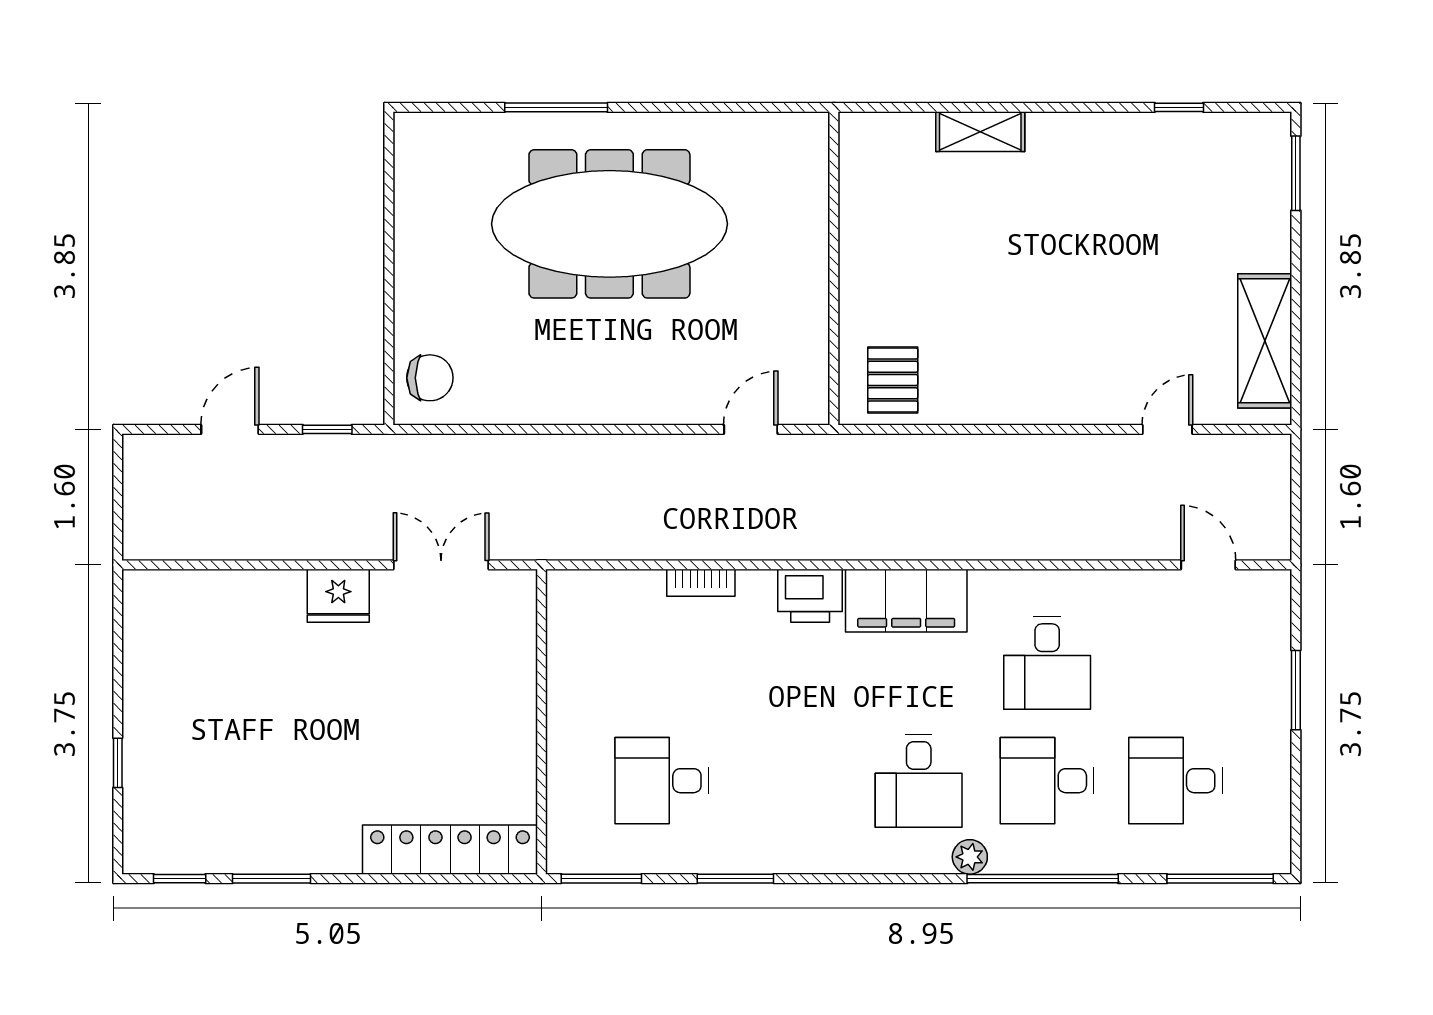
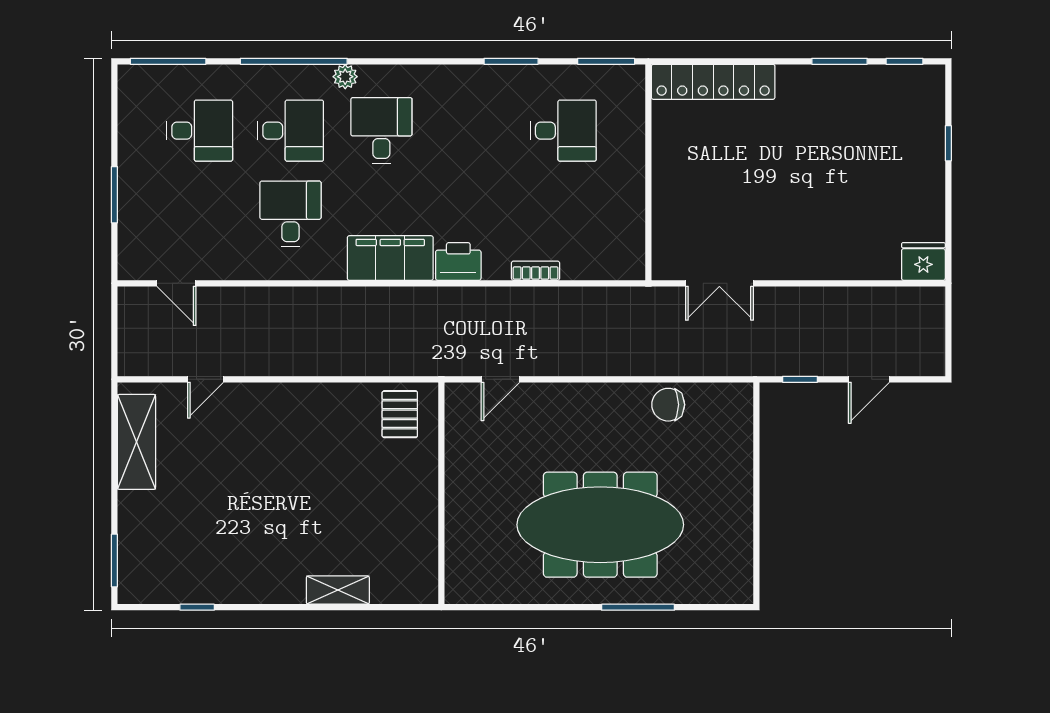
chair: (430, 378) -> (668, 405), moved
fridge: (338, 596) -> (923, 261), moved

